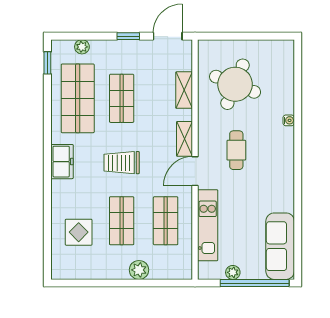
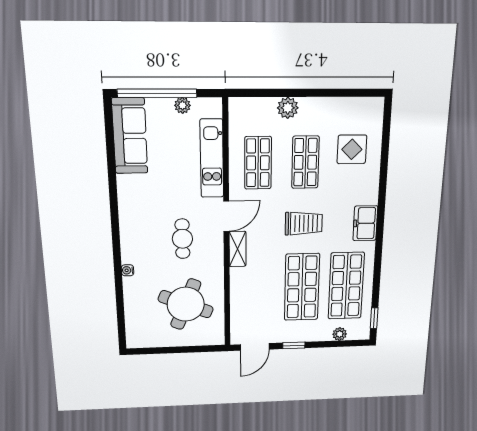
shelving: (184, 90) -> (238, 297), removed
shop shelf: (122, 98) -> (302, 287), width x1.43, depth x1.36

